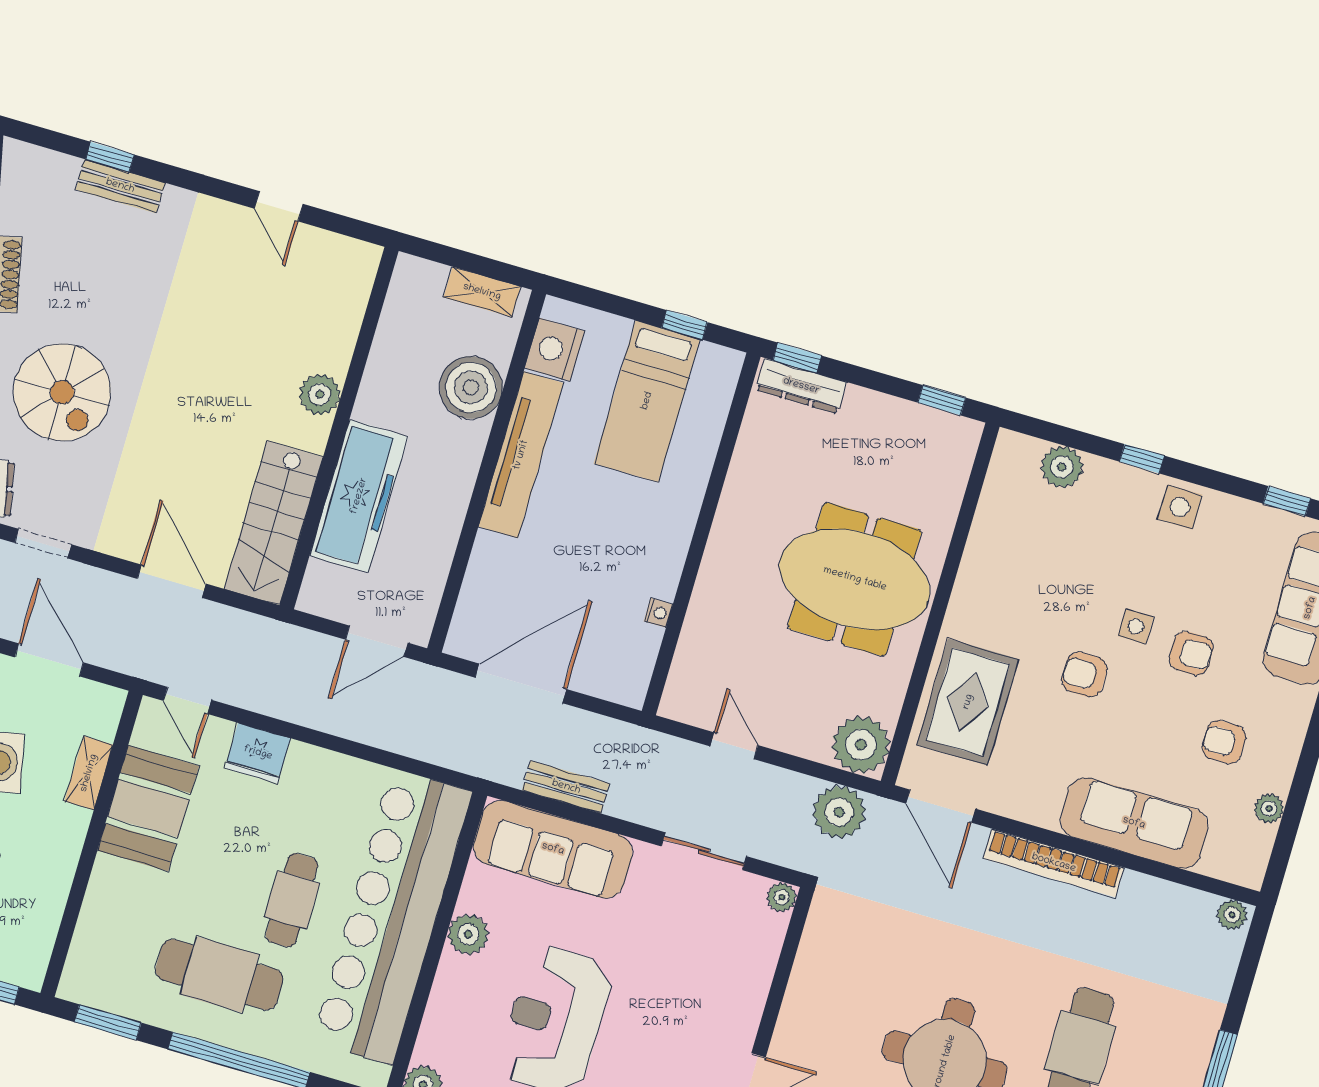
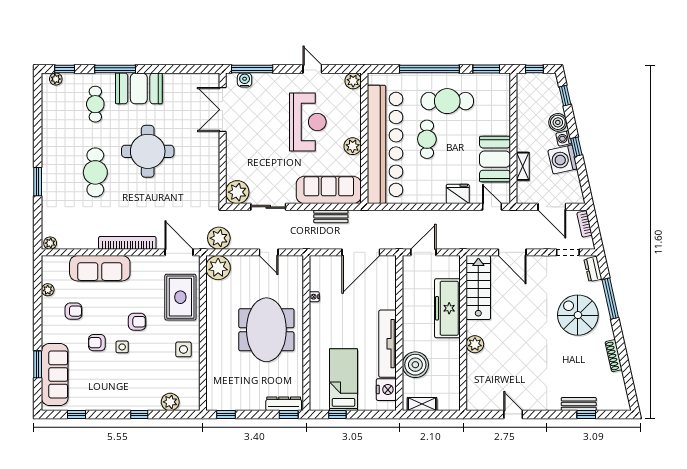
side table: (1180, 507) -> (183, 349), moved
meeting table: (855, 579) -> (266, 330), moved, turned 90
plant: (782, 897) -> (237, 192), width x1.87, depth x1.87

